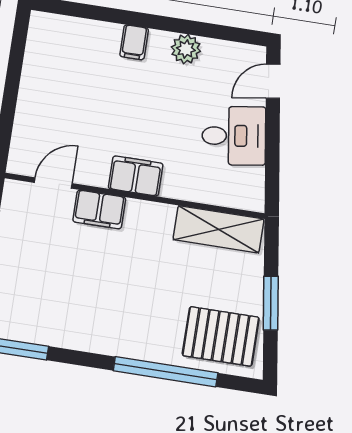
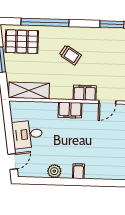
trolley: (120, 295) -> (70, 55), added

